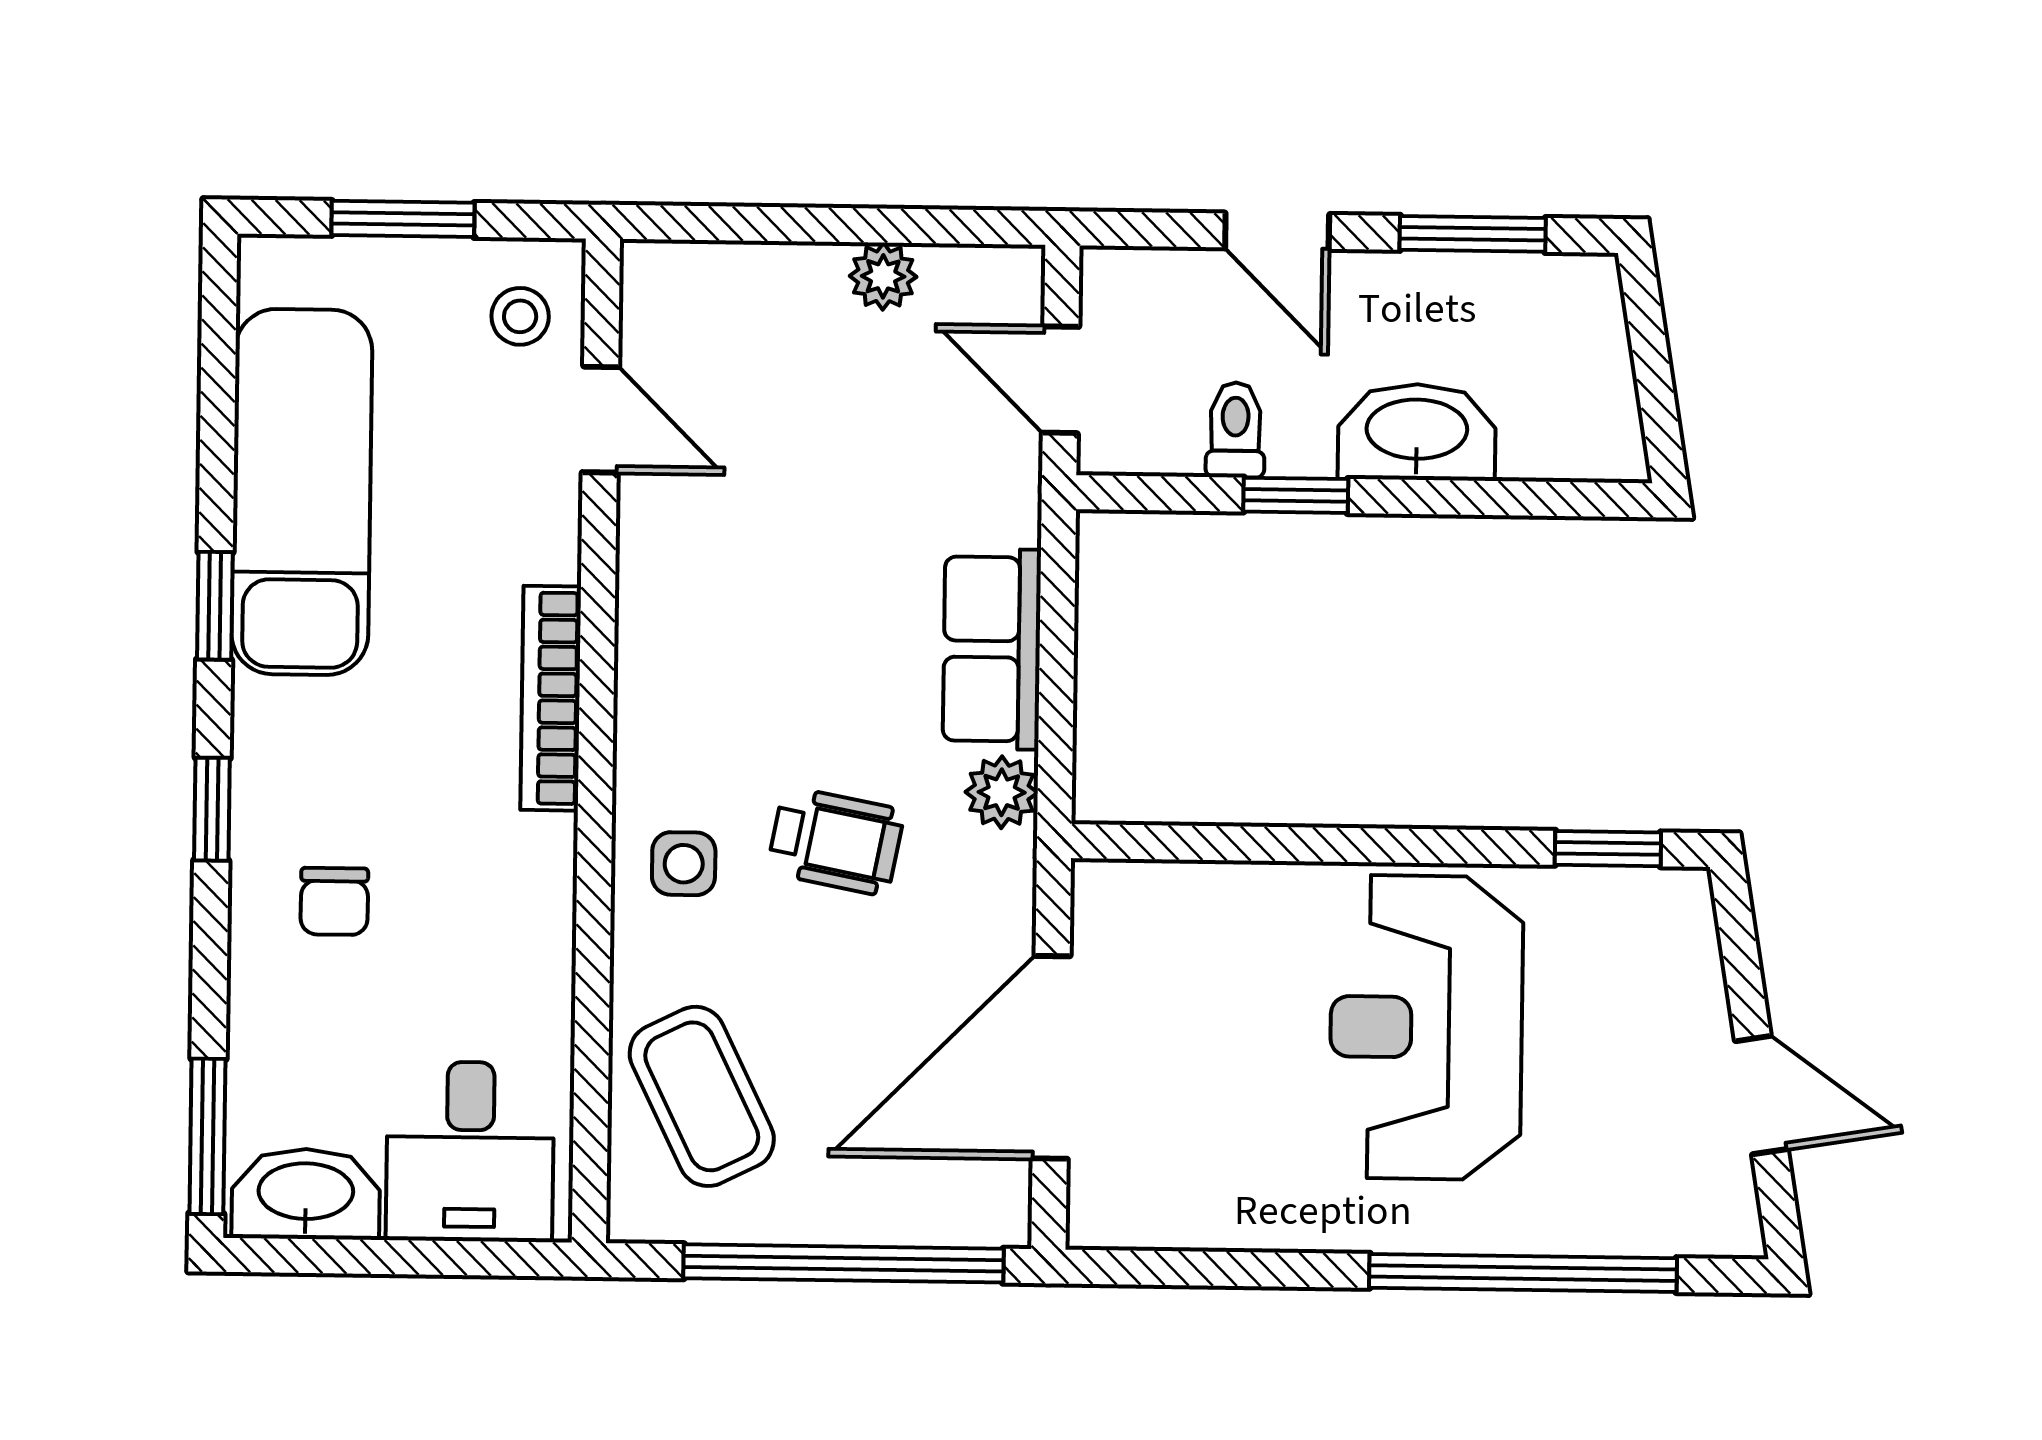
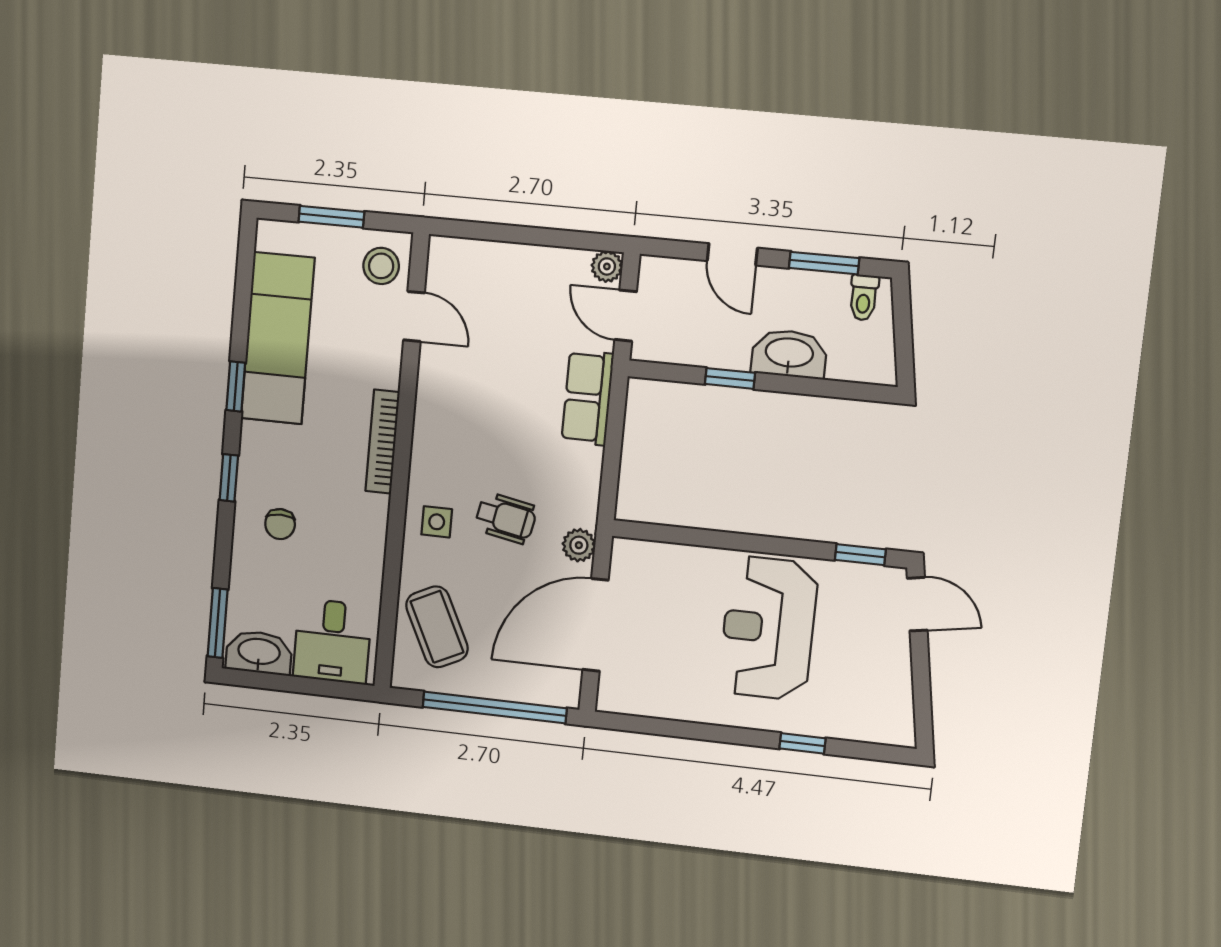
plant: (883, 276) -> (607, 266), moved
stool: (520, 316) -> (381, 266), width x1.37, depth x1.37
toilet: (1235, 430) -> (864, 297), moved, turned 180
row of seats: (992, 649) -> (588, 398), moved
plant: (1002, 792) -> (579, 545), moved
door: (1761, 1095) -> (917, 604), moved
window: (1523, 1273) -> (802, 743), width x0.32

